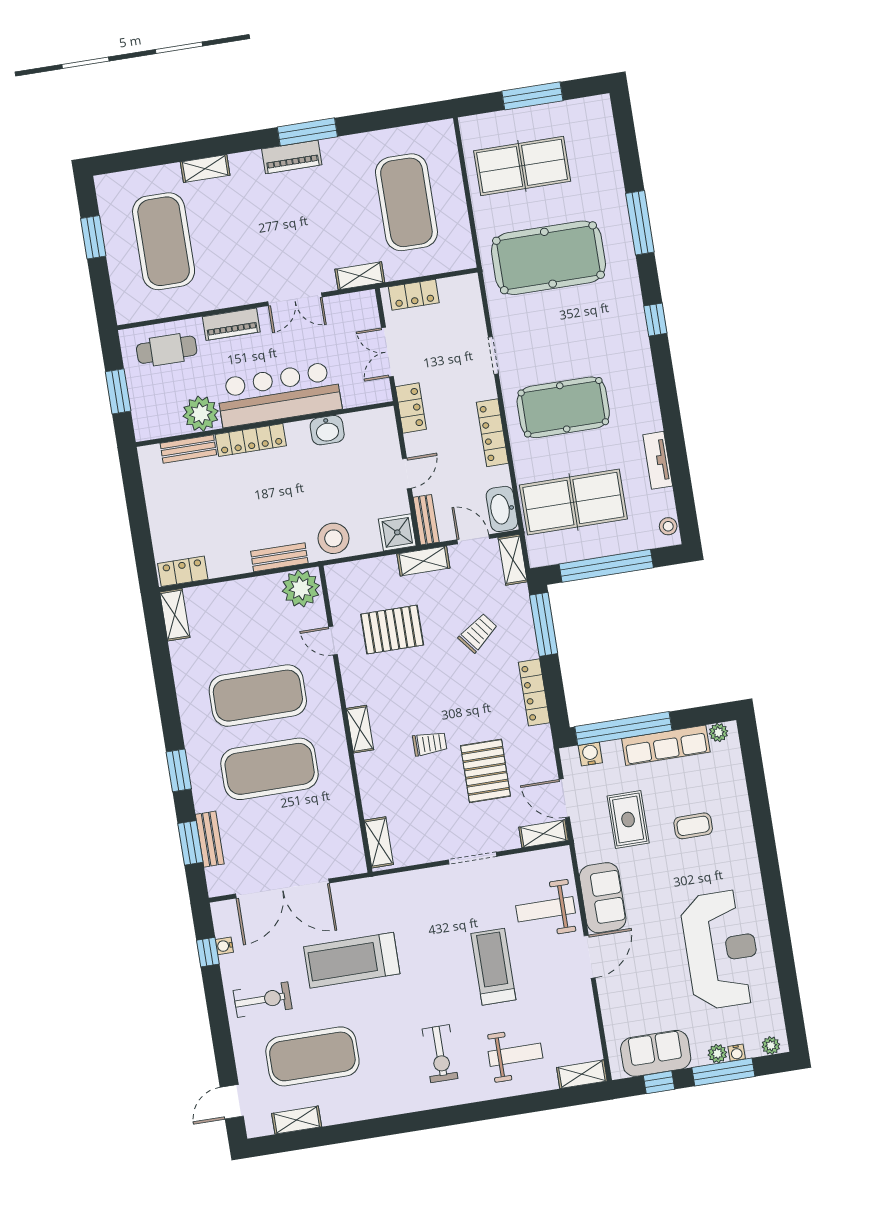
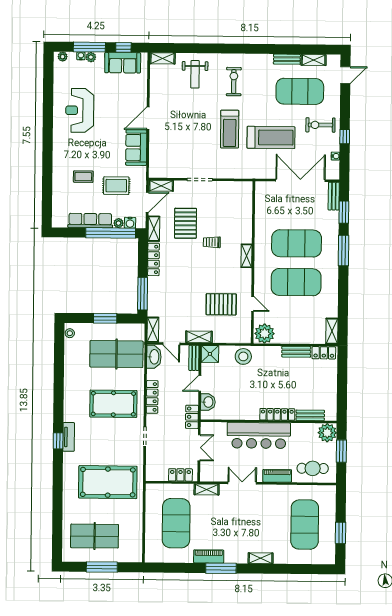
piano: (292, 157) -> (209, 556), moved
table tennis table: (522, 166) -> (95, 536), moved
shelving: (205, 169) -> (261, 558), moved
window: (640, 223) -> (58, 492), removed
plant: (201, 414) -> (327, 433), moved
washbasin: (327, 430) -> (208, 402), moved, turned 90
tv unit: (658, 460) -> (69, 437), moved
bench: (279, 557) -> (296, 352), moved
window: (606, 566) -> (105, 318), width x0.47
trolley: (478, 633) -> (177, 295), removed
plant: (718, 732) -> (118, 223), moved
window: (179, 770) -> (343, 251), width x1.44
door: (564, 798) -> (147, 202), hinge flipped
rug: (628, 820) -> (116, 186), turned 90
bench: (210, 839) -> (334, 196), moved
shelving: (379, 842) -> (154, 229), moved
weight bench: (546, 909) -> (167, 147), removed
reception desk: (721, 950) -> (80, 110), width x0.74, depth x0.77
window: (208, 952) -> (345, 137), moved
treadmill: (493, 967) -> (230, 129), moved
weight bench: (515, 1055) -> (195, 74), turned -90
bench: (347, 1113) -> (287, 59), added

